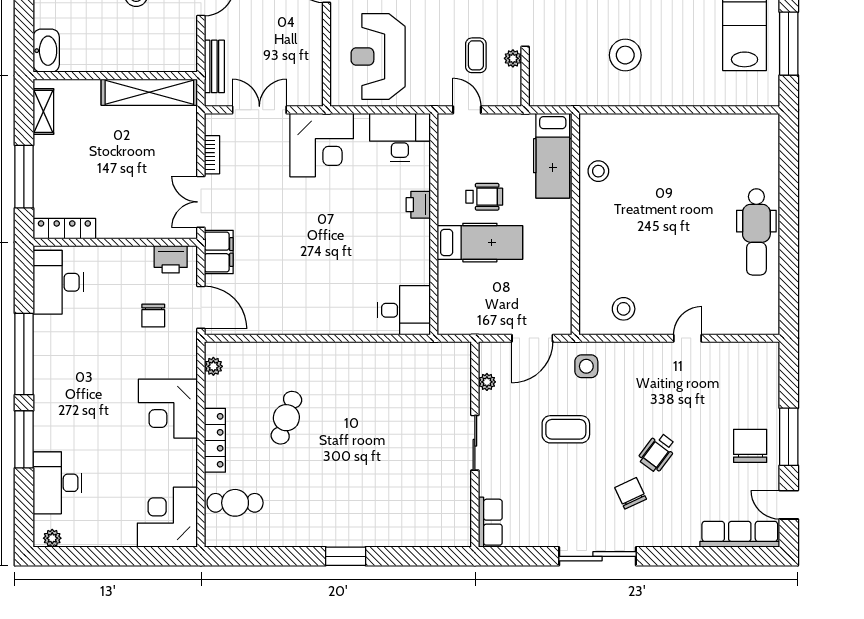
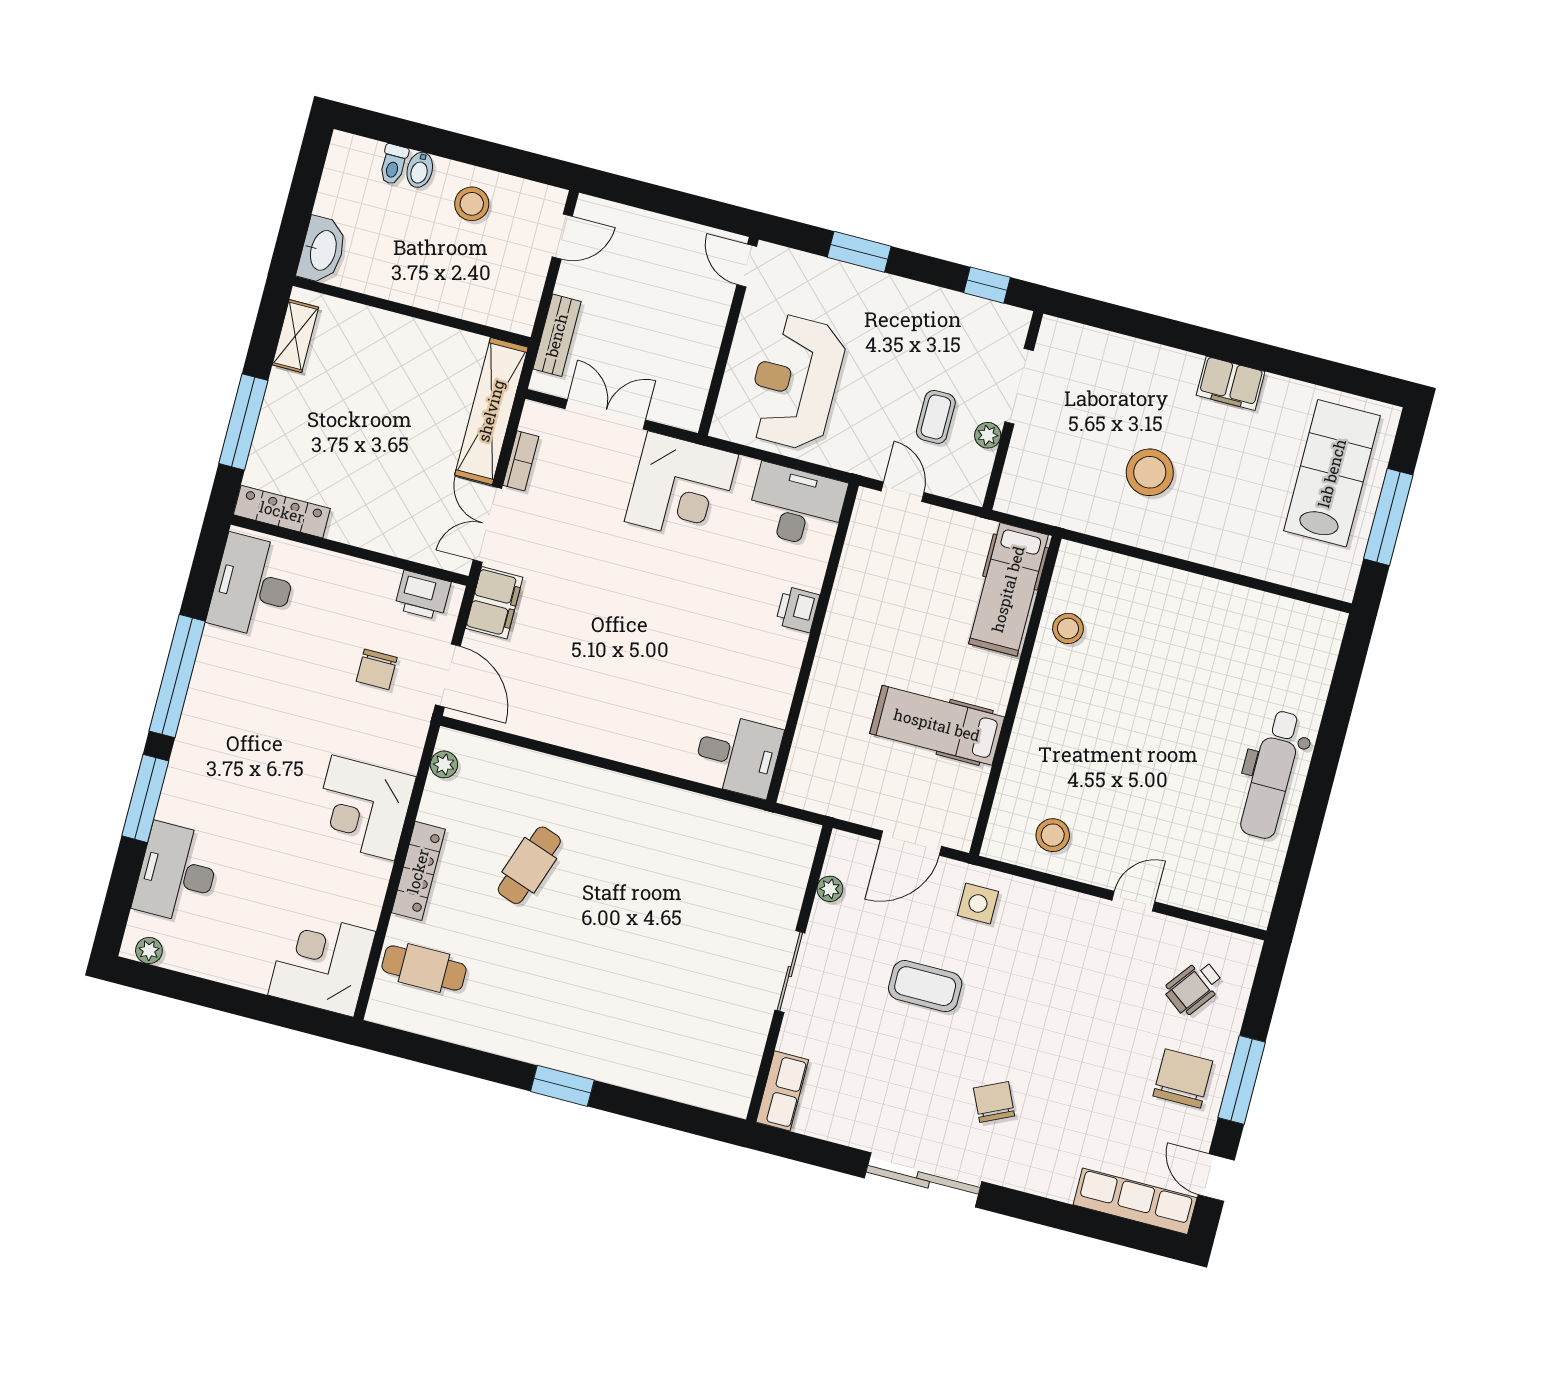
shelving: (149, 92) -> (491, 411), moved, turned 90
wheelchair: (484, 197) -> (895, 623), removed
hospital bed: (480, 243) -> (937, 725), moved, turned 180
wheelchair: (658, 452) -> (1194, 987), moved

